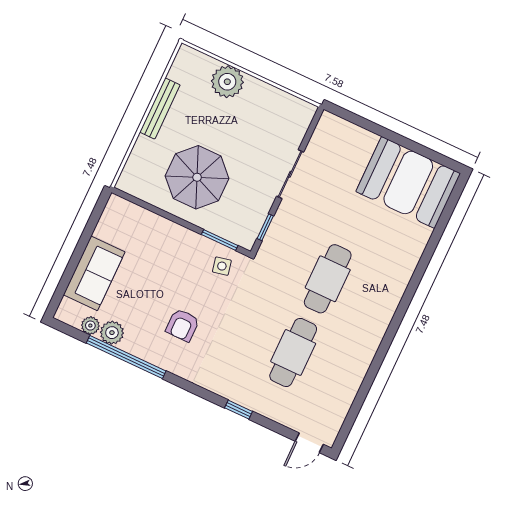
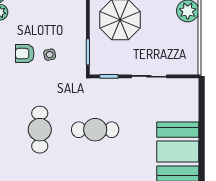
side table: (222, 266) -> (50, 55), moved
cafe table: (293, 352) -> (40, 130), turned 90

